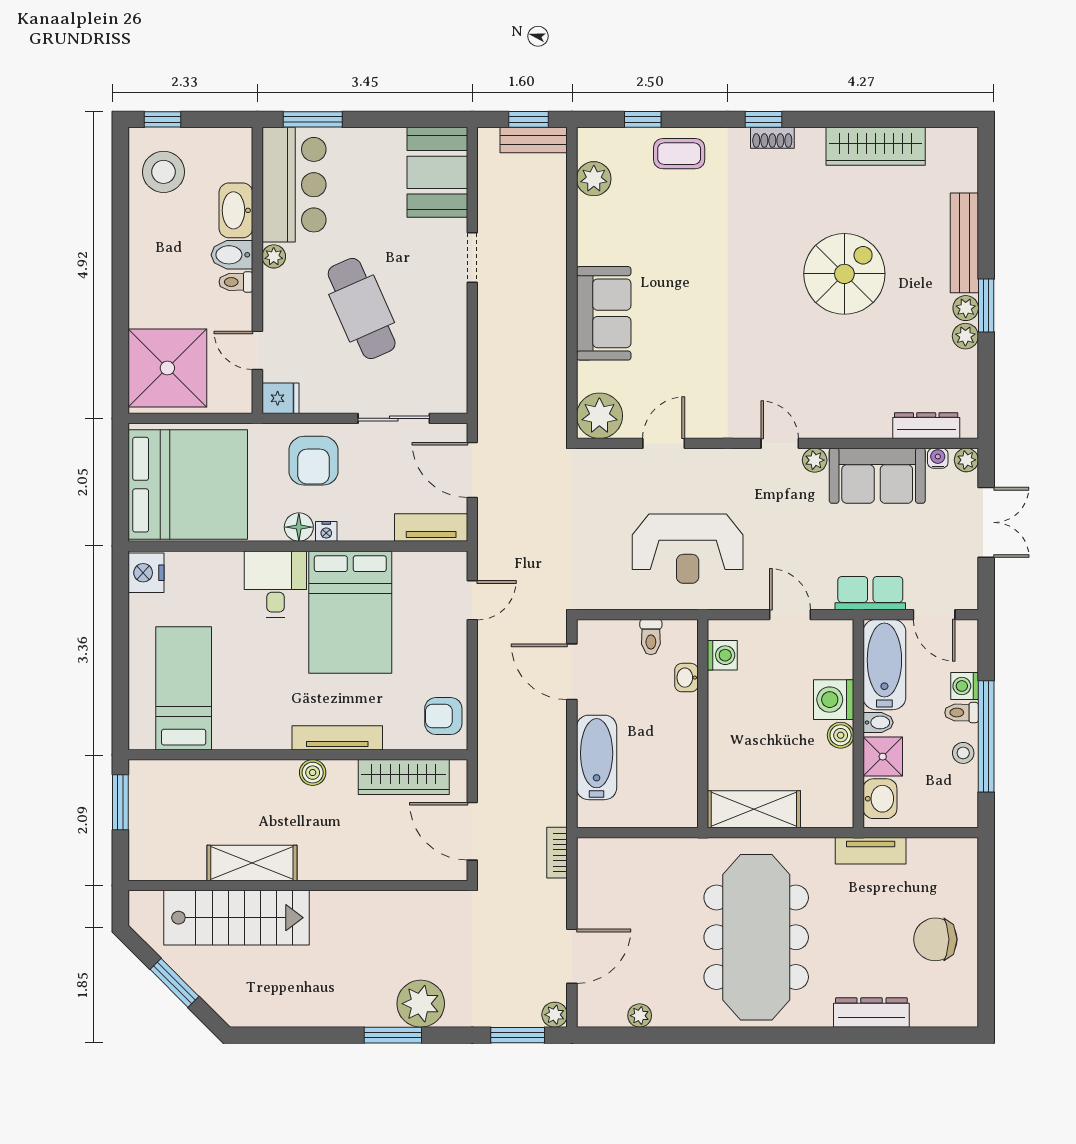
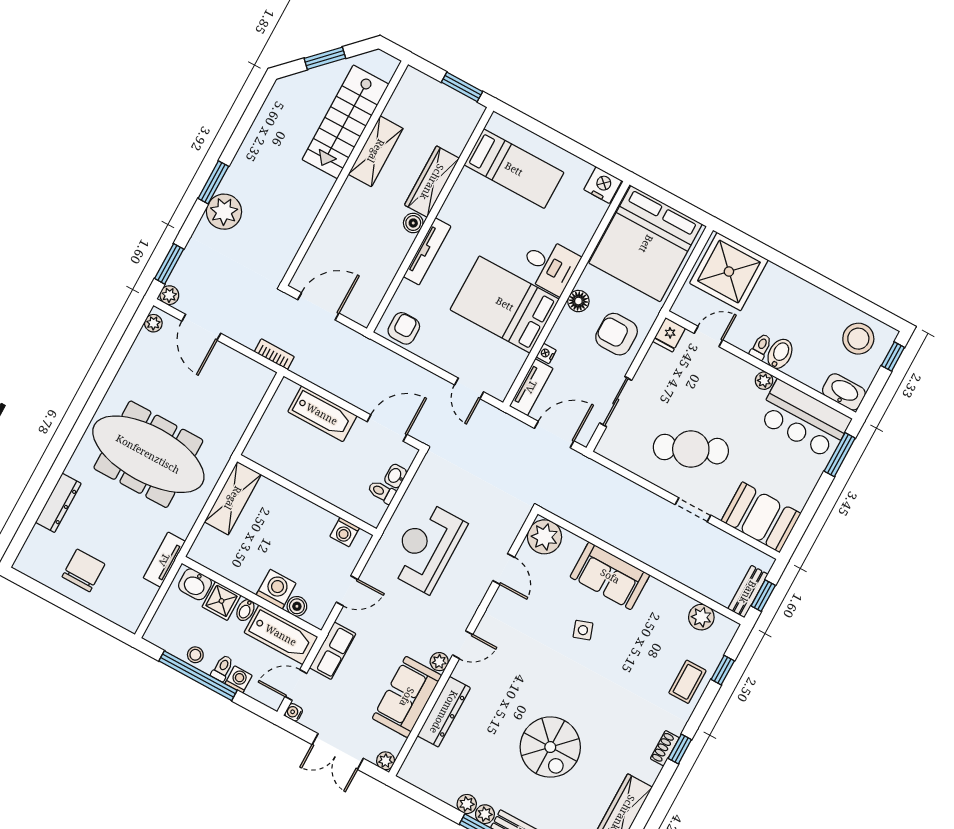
washbasin: (236, 210) -> (844, 392), moved
cafe table: (362, 309) -> (691, 449), moved
side table: (685, 310) -> (583, 630), added
dresser: (926, 426) -> (444, 712), moved, width x1.37, depth x1.24
water cooler: (938, 458) -> (294, 712), moved, turned 180
nightstand: (326, 531) -> (546, 354), moved
washbasin: (686, 678) -> (396, 476), moved, turned -90
boiler: (841, 735) -> (297, 606), moved
wardrobe: (404, 777) -> (432, 182), moved
plant: (640, 1016) -> (153, 323), moved

